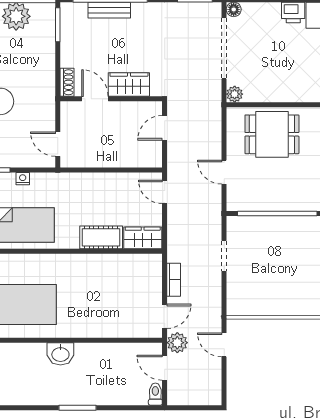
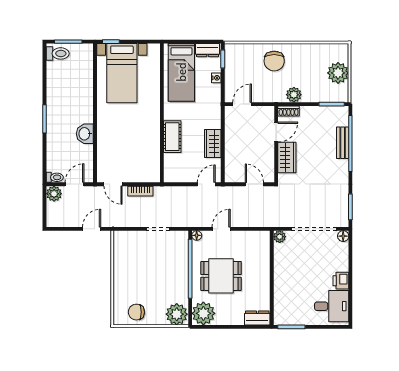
plant: (45, 75) -> (294, 95), added
dining table: (272, 134) -> (221, 276), moved, turned 90
floor lamp: (233, 205) -> (197, 235), added
wardrobe: (143, 238) -> (213, 144), moved, turned 180
plant: (177, 343) -> (54, 194), moved
washbasin: (60, 354) -> (85, 134), moved

